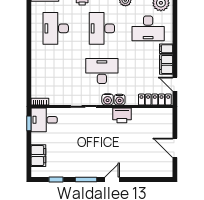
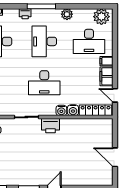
desk: (102, 71) -> (44, 83), turned 180
water cooler: (108, 99) -> (73, 110), moved
printer: (122, 115) -> (51, 126), moved

